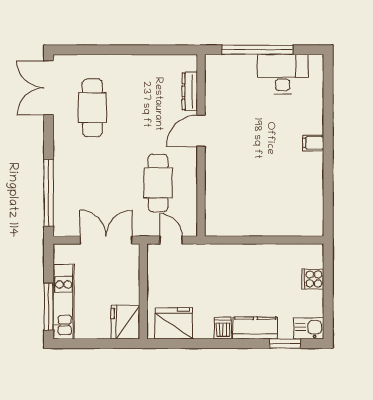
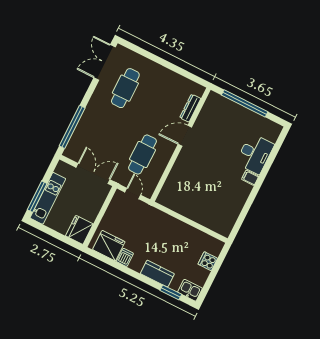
desk: (283, 74) -> (255, 154), moved, turned 90
dishwasher: (223, 328) -> (125, 257), moved

